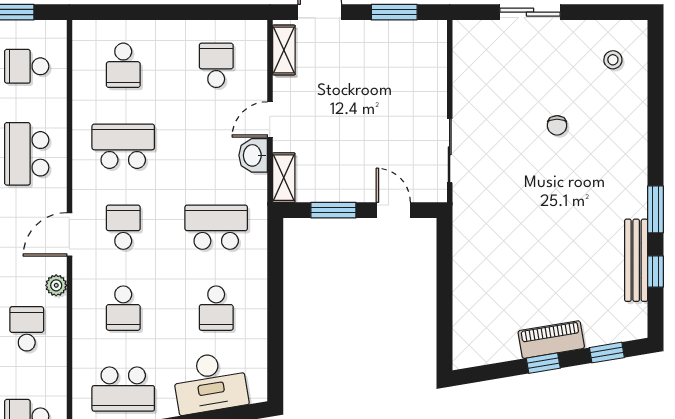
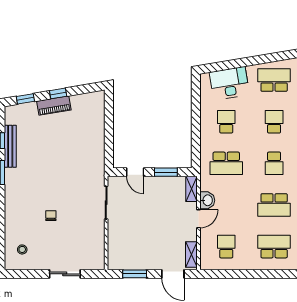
school desk: (123, 65) -> (274, 247), width x1.85
school desk: (216, 65) -> (226, 247), turned 180

